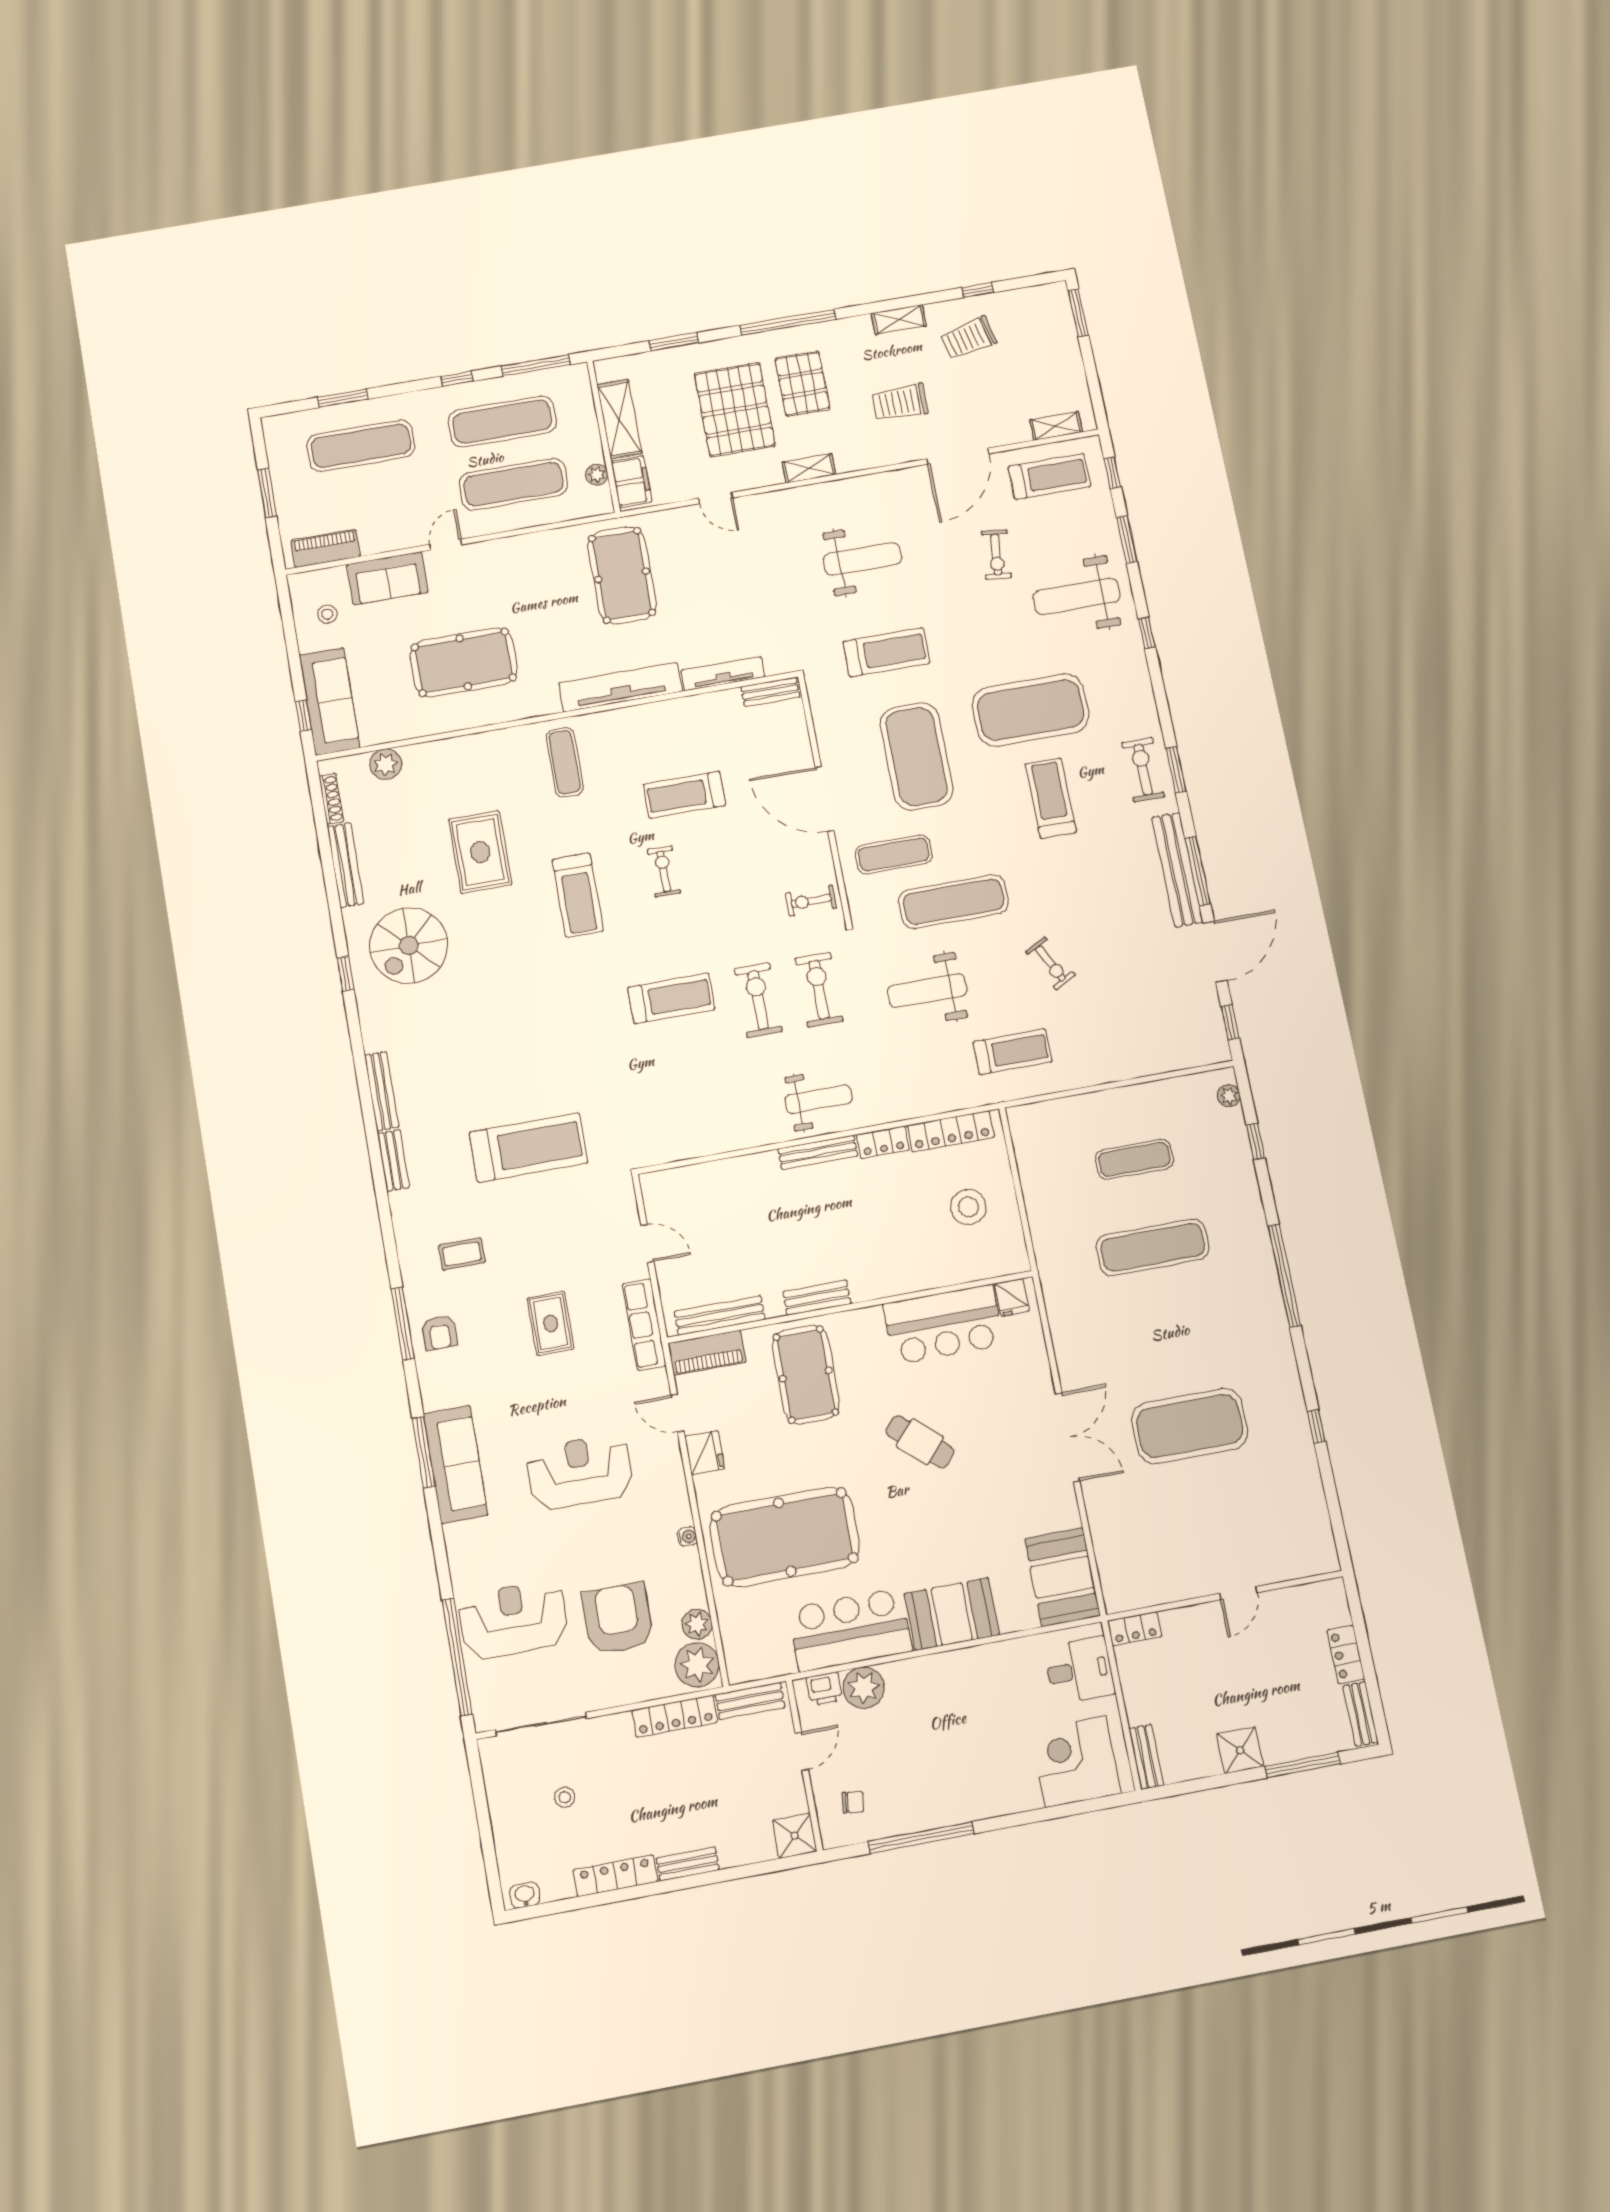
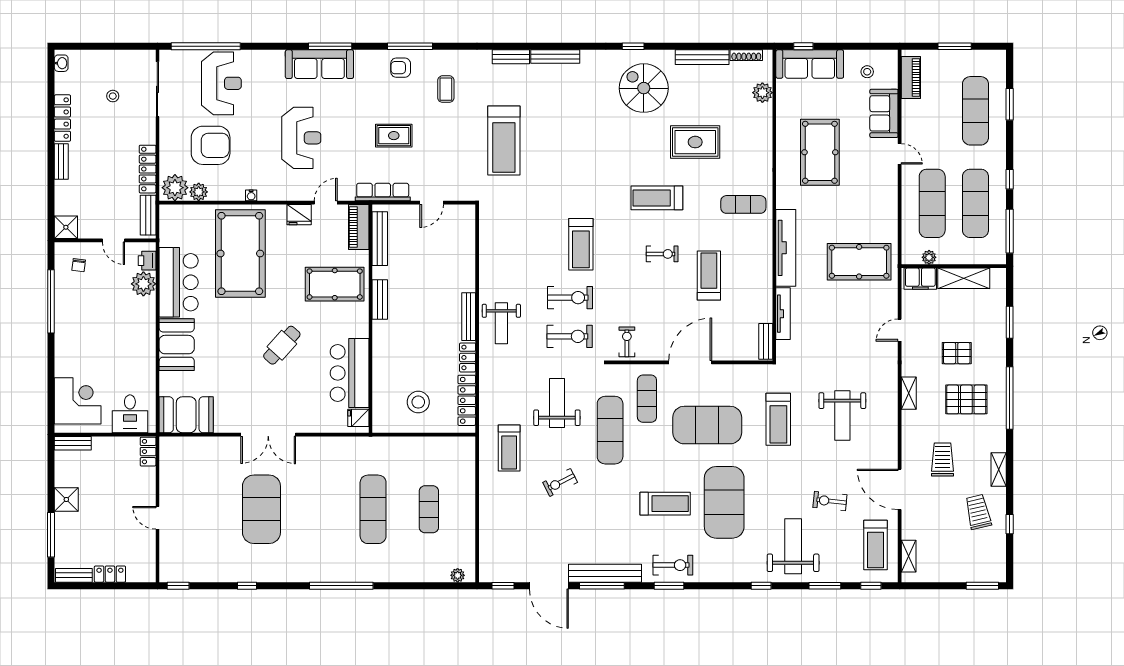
pallet: (735, 410) -> (957, 353), width x0.49, depth x0.50
window: (1256, 1141) -> (178, 586), moved

